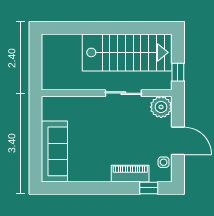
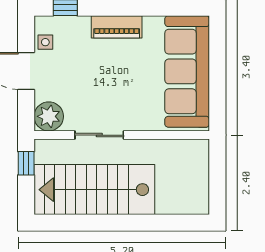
sofa: (54, 151) -> (187, 71), width x1.36, depth x1.27
piano: (130, 174) -> (117, 27), moved

